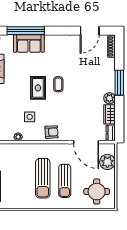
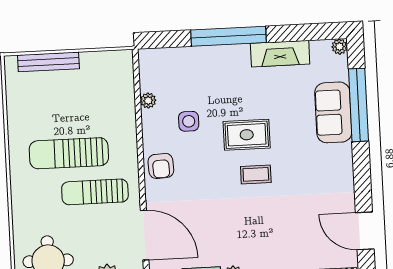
door: (86, 142) -> (145, 235), swing flipped
sun lounger: (65, 181) -> (95, 192), moved

